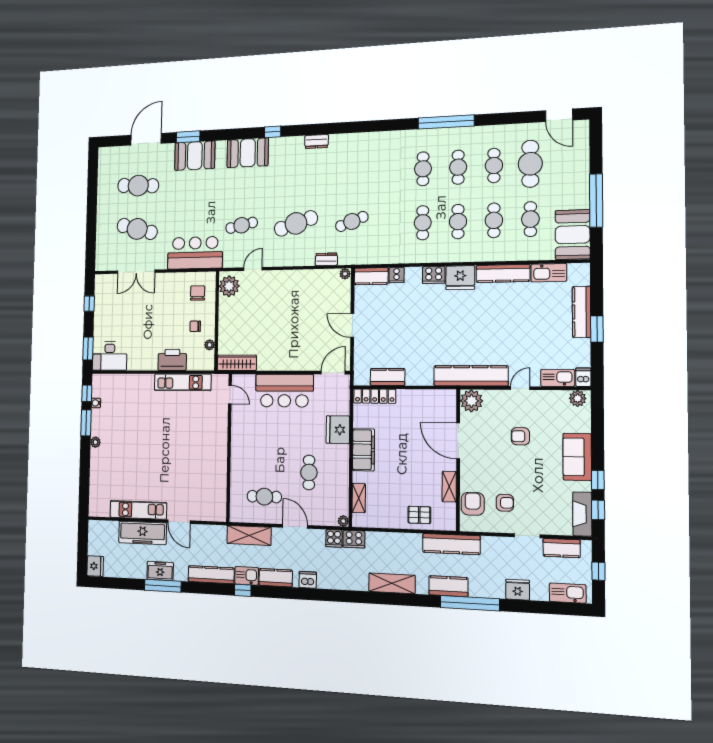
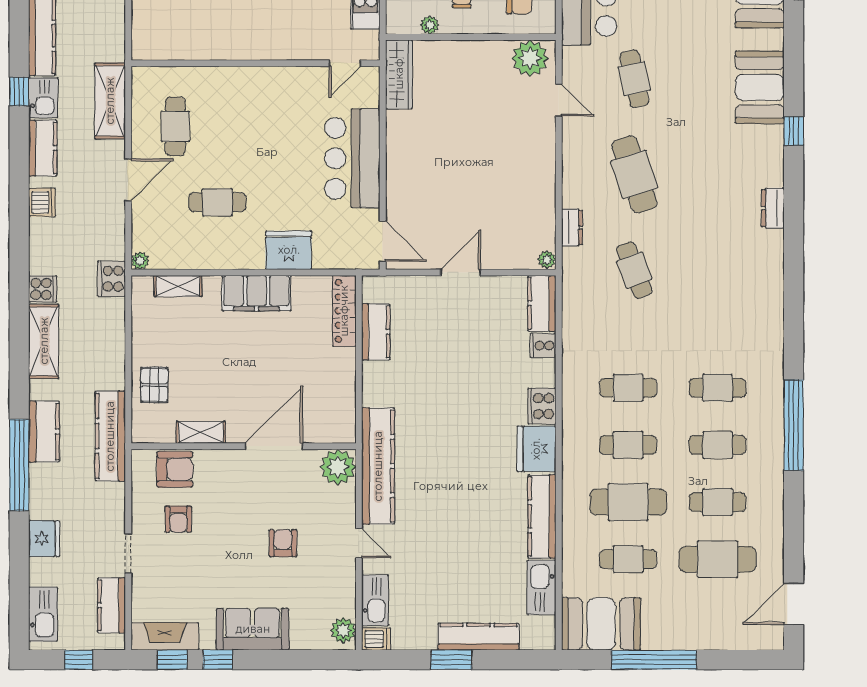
cafe table: (494, 220) -> (628, 502), width x1.37, depth x1.35
cooker: (334, 538) -> (43, 289), moved, turned 180

